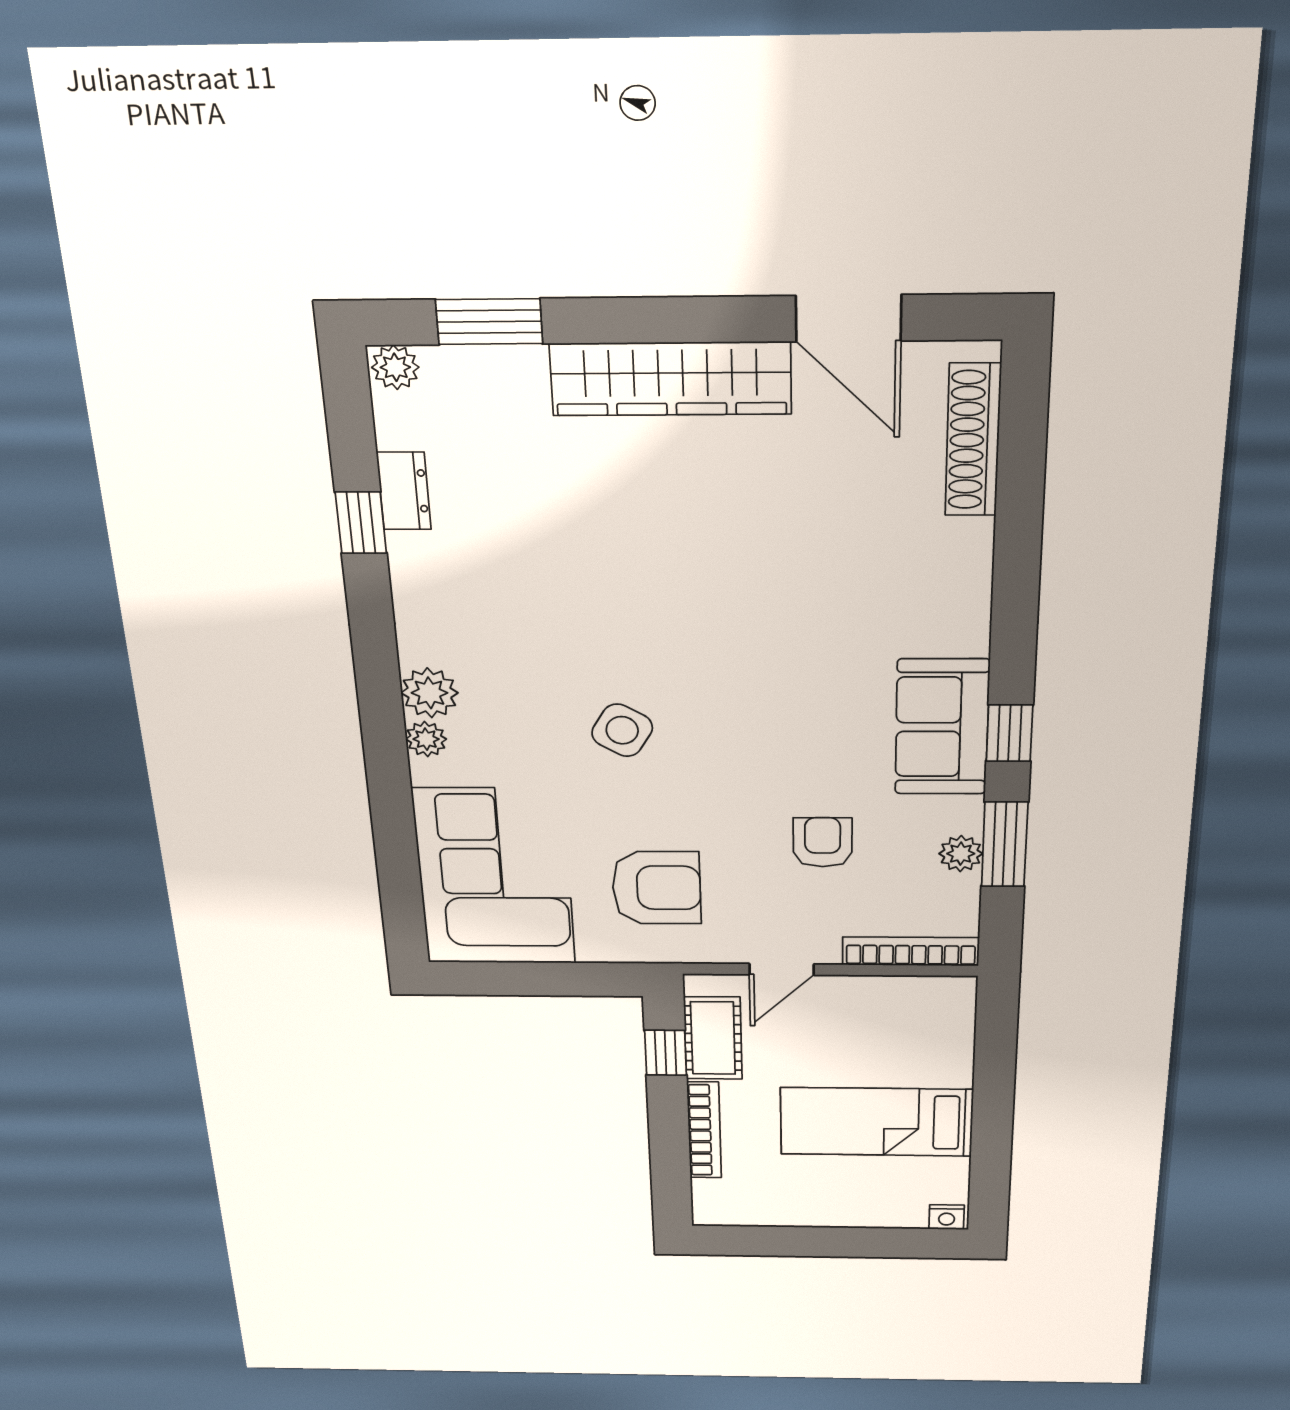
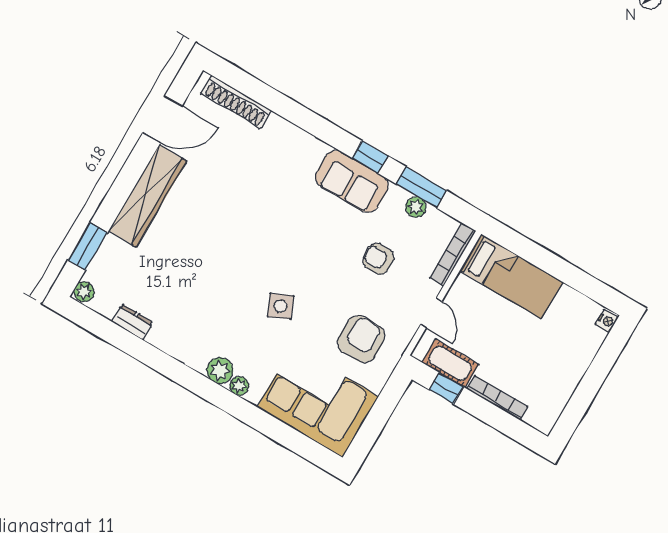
window: (361, 523) -> (135, 347), removed
side table: (622, 730) -> (281, 306), turned 35
bed: (876, 1122) -> (511, 276), moved, turned -90

